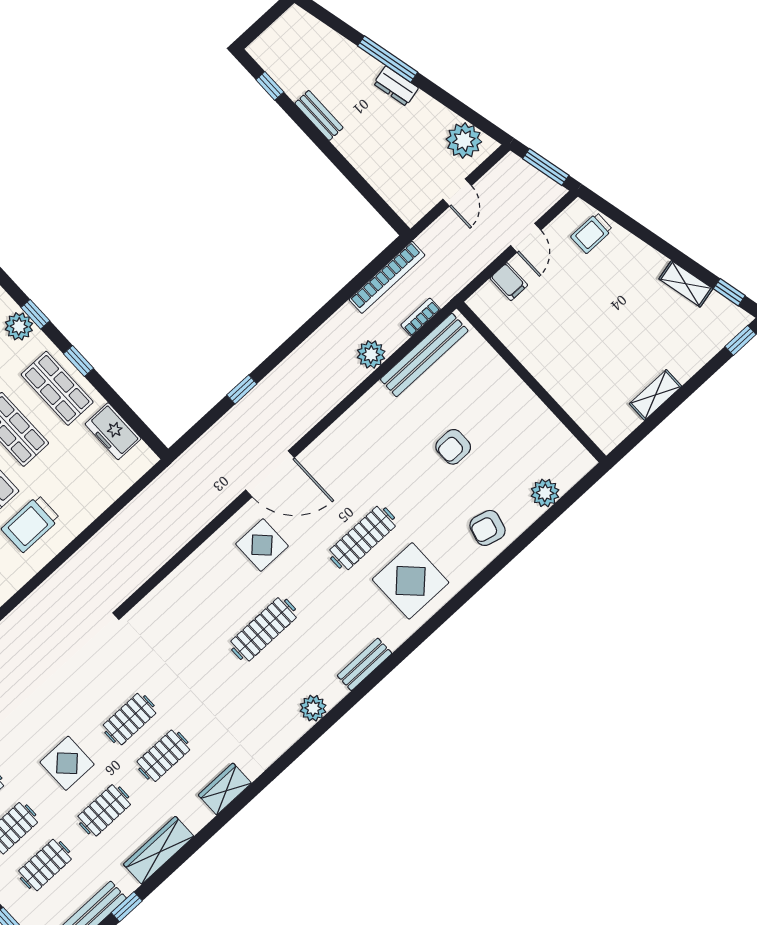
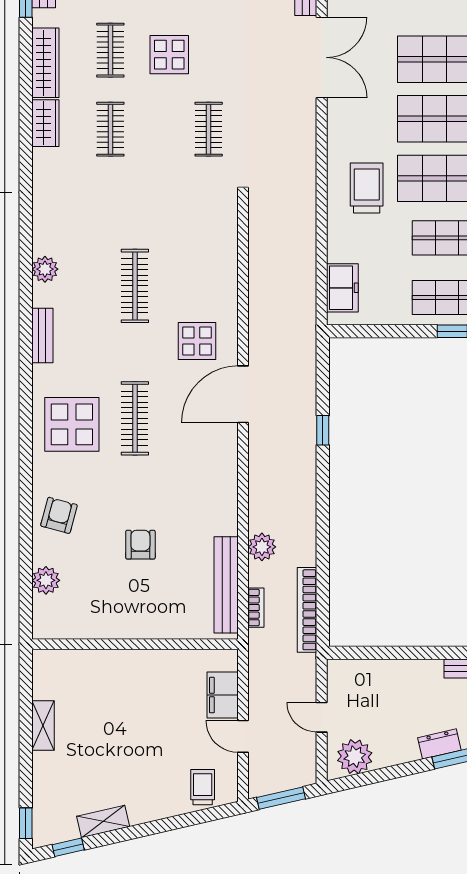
filing cabinet: (509, 282) -> (223, 695), width x2.00
freezer: (113, 431) -> (342, 288), moved, turned 90
clothes rail: (130, 719) -> (209, 129), moved
wardrobe: (225, 789) -> (45, 123), moved

